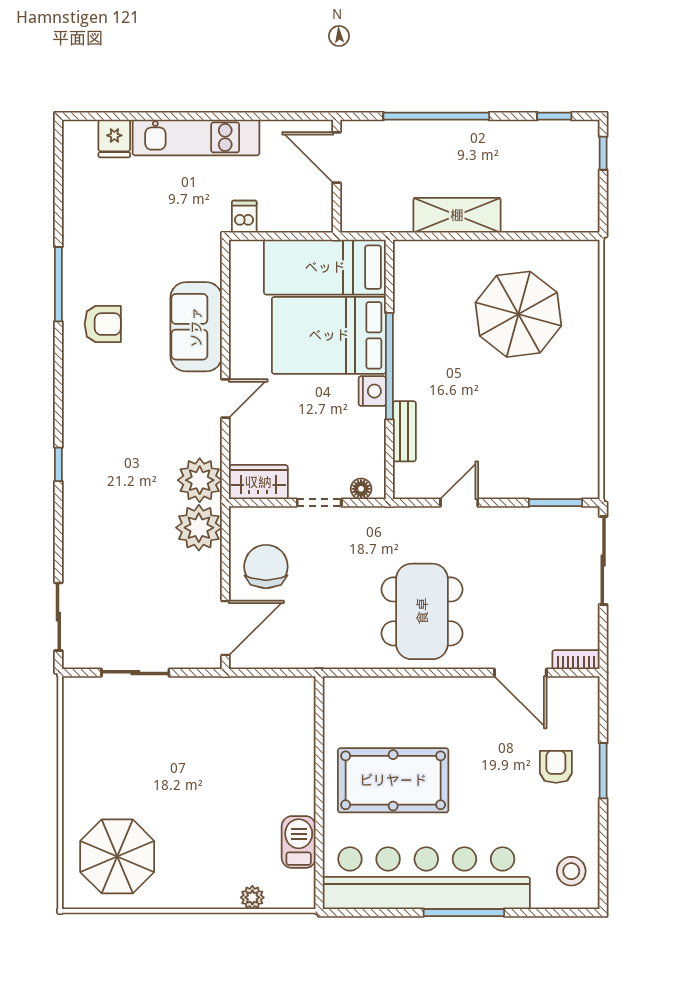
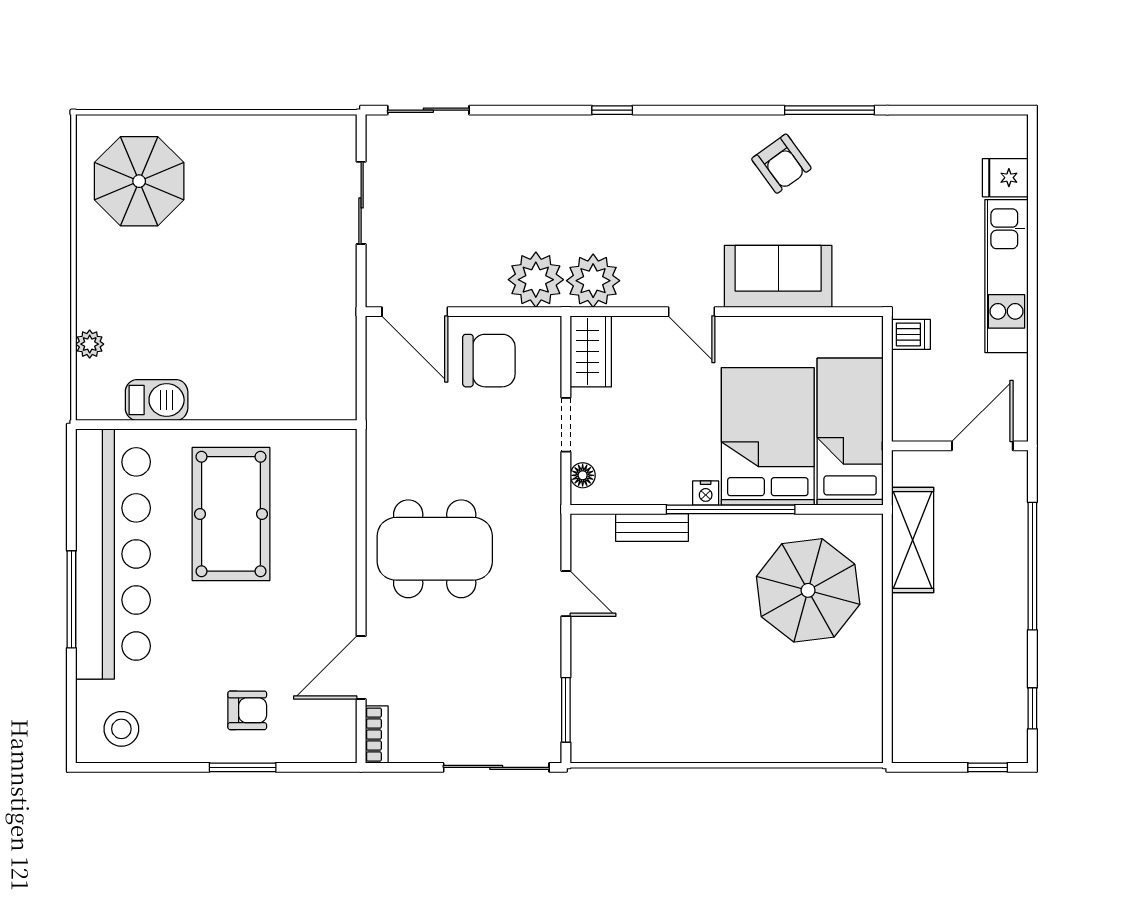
shelving: (457, 215) -> (913, 540), moved
parasol: (518, 314) -> (808, 590), moved
armchair: (103, 324) -> (781, 164), turned -36
nightstand: (372, 391) -> (706, 493), width x0.72, depth x0.74

